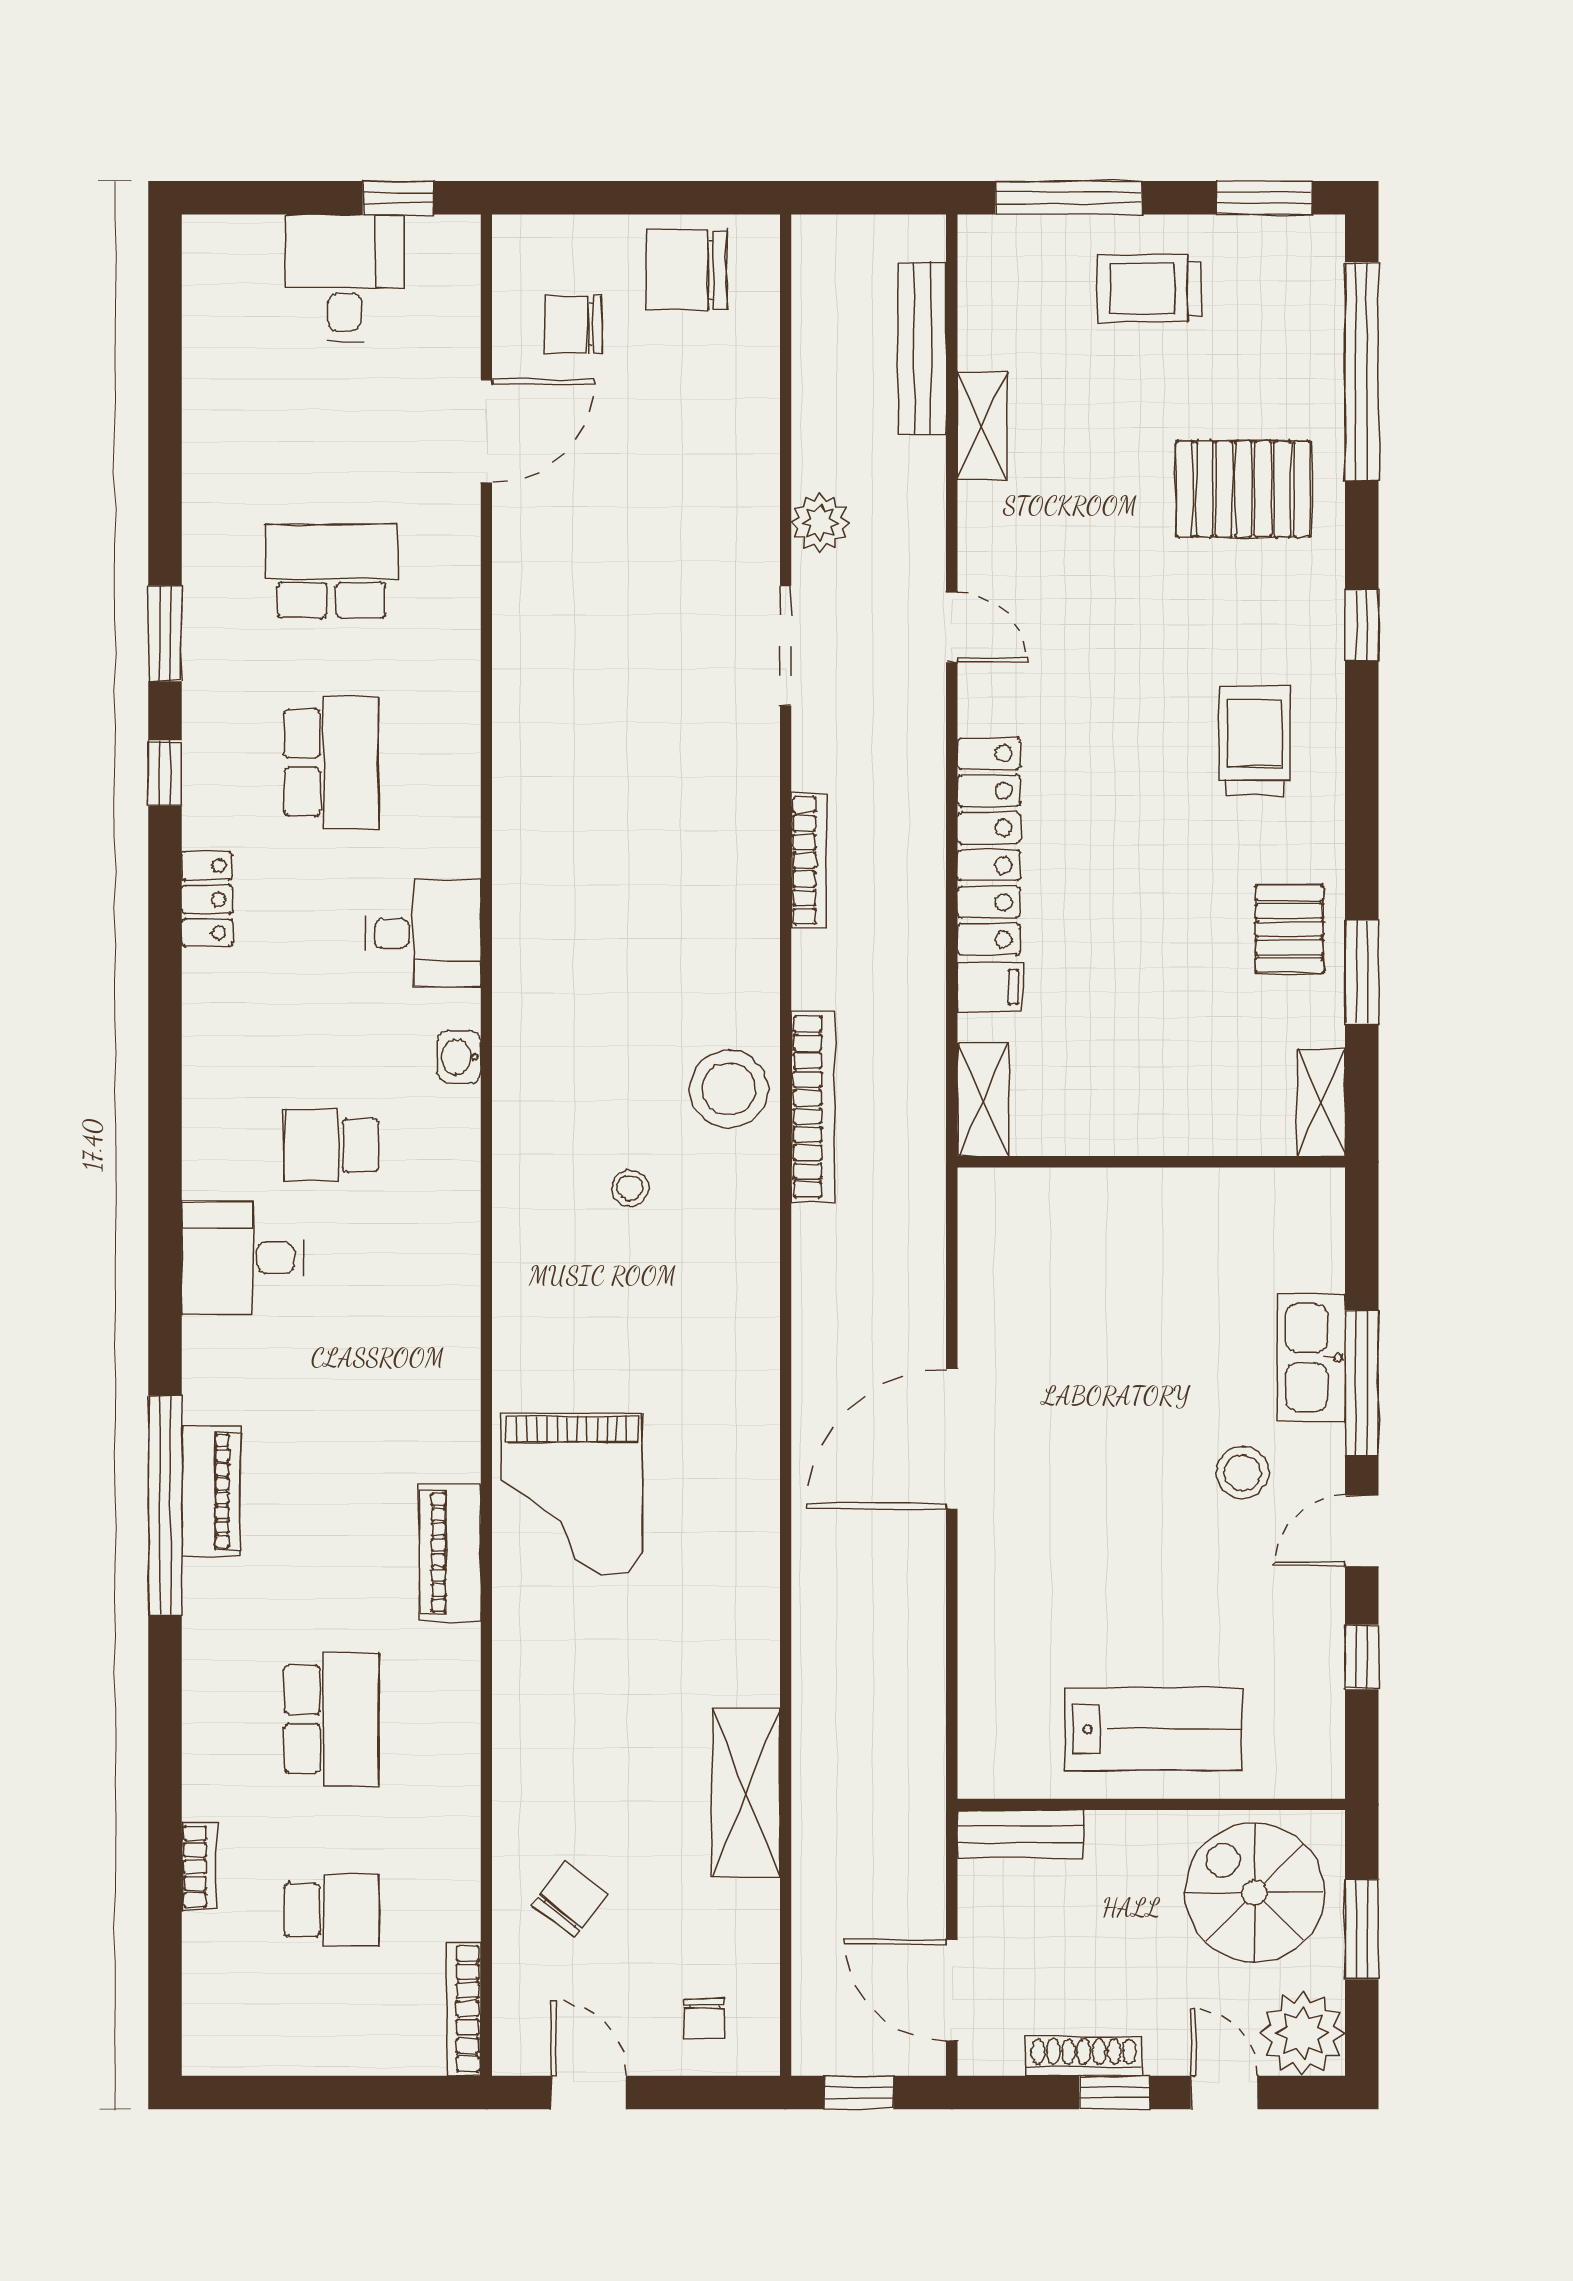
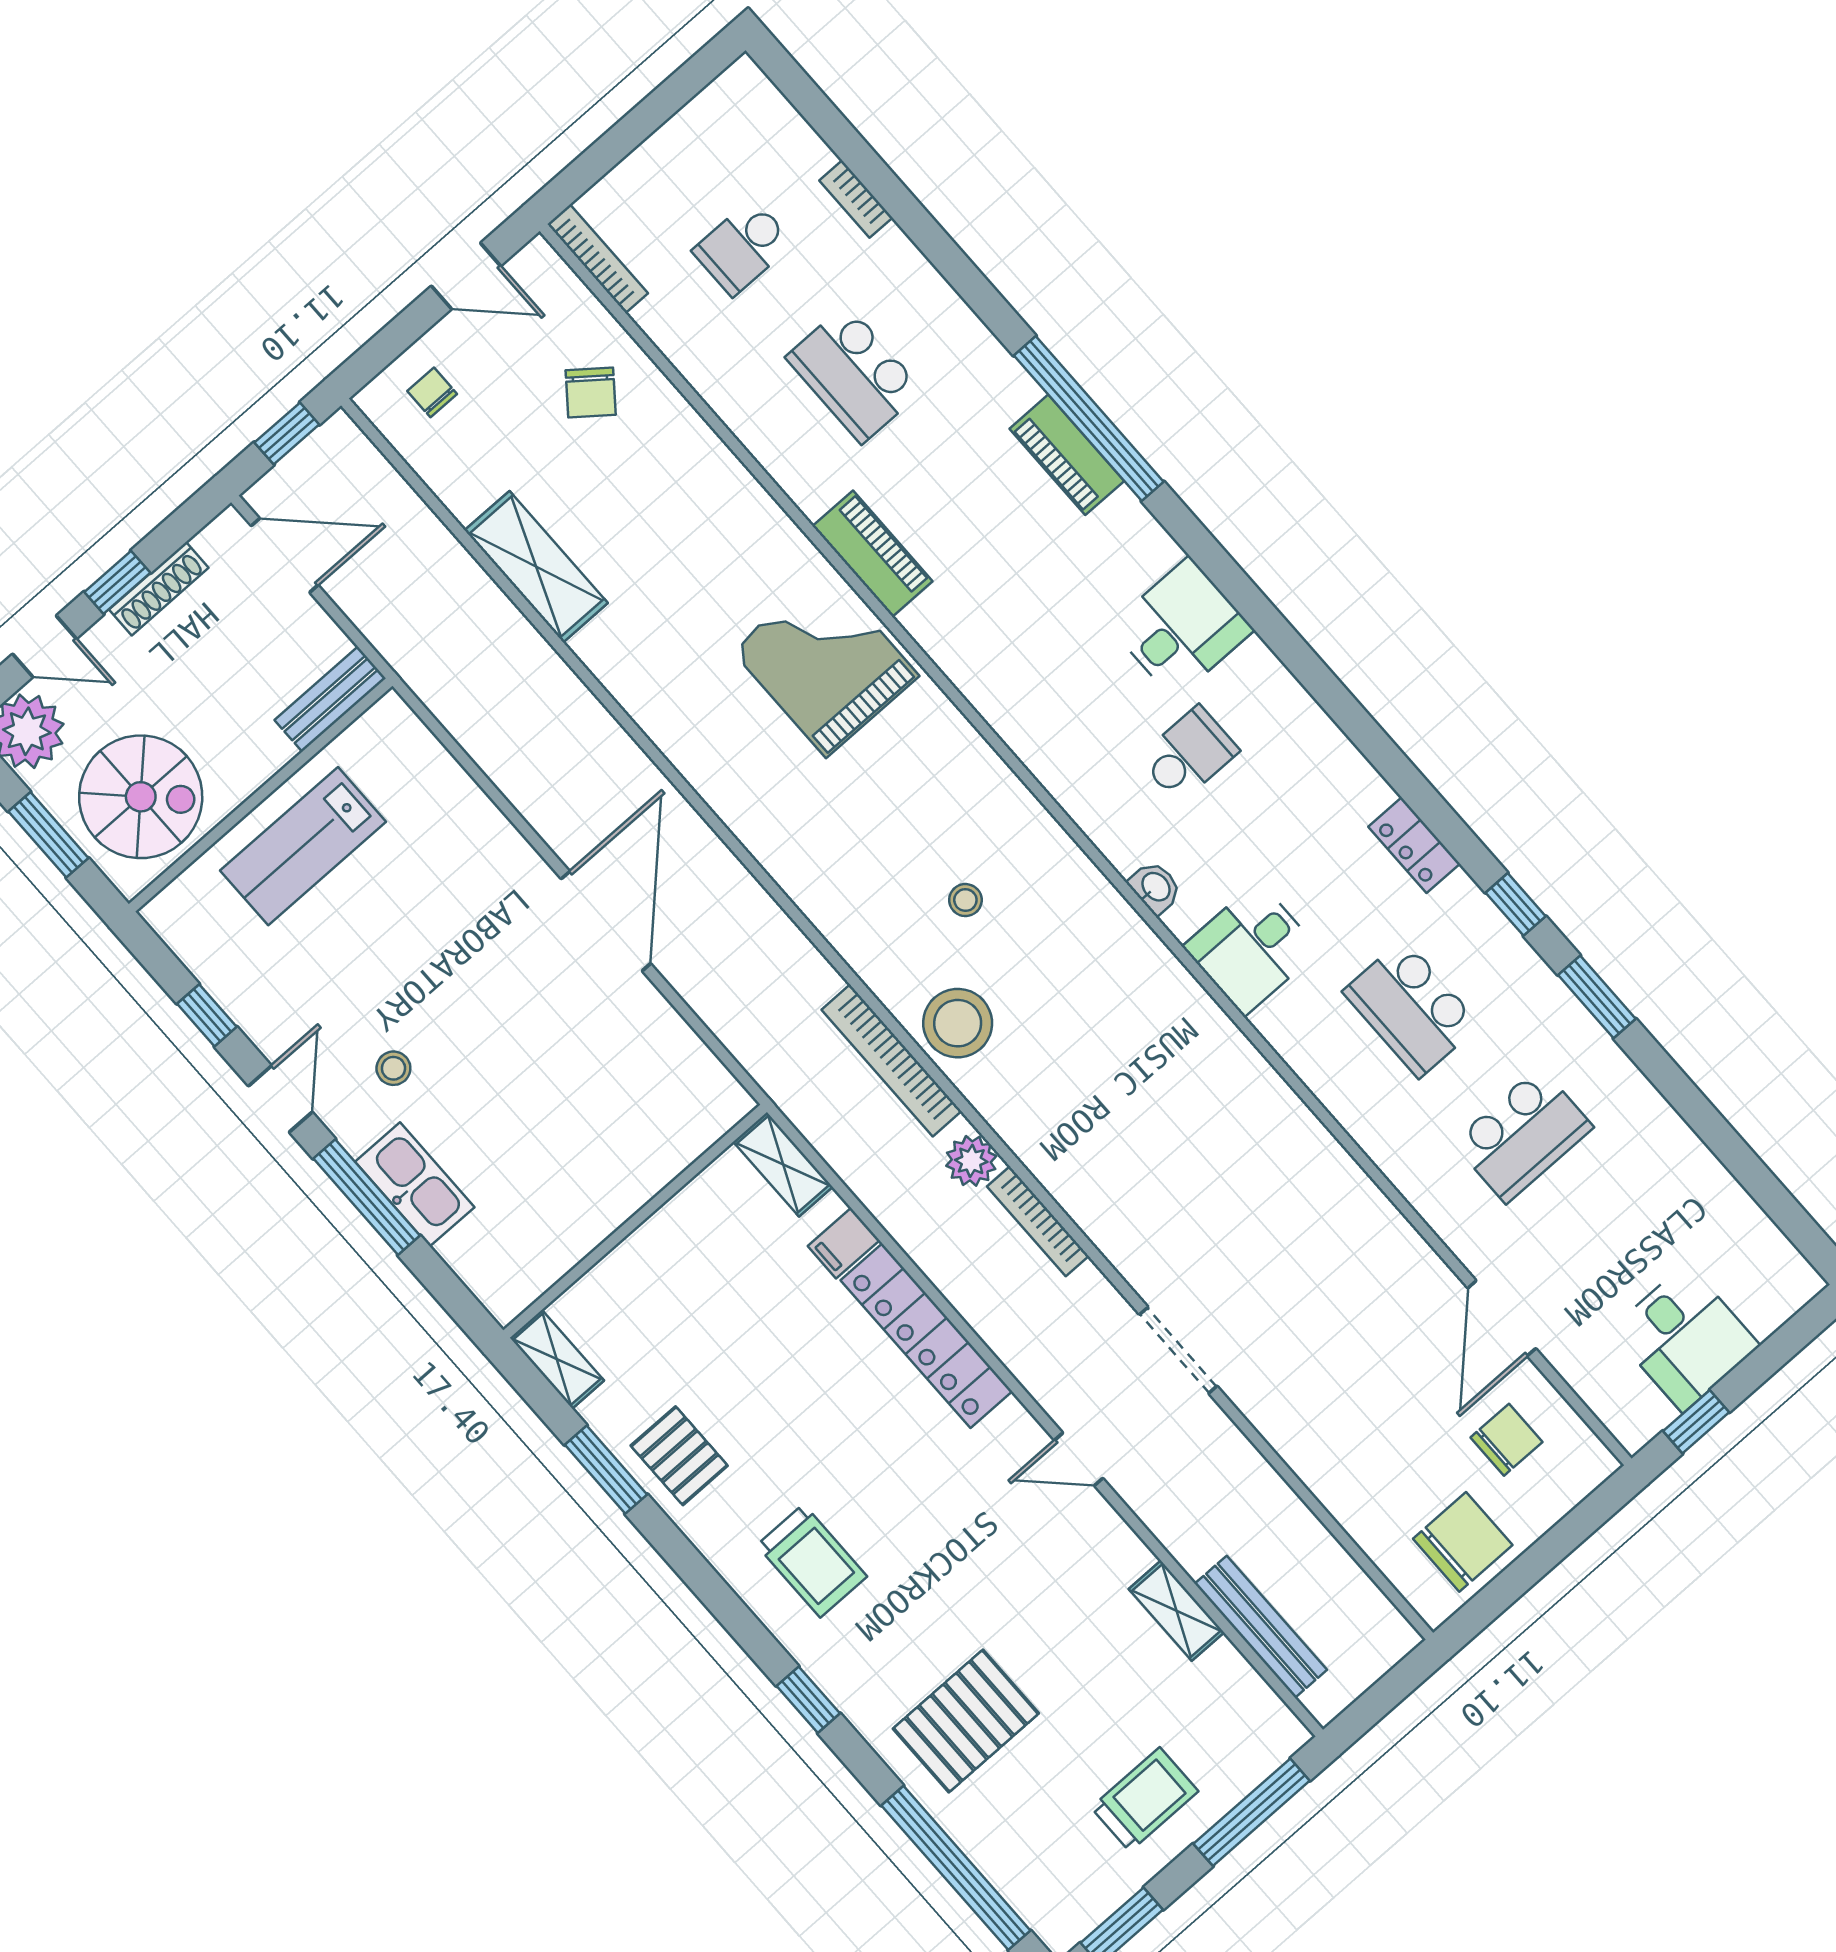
plant: (820, 523) -> (971, 1161), moved
stool: (1243, 1473) -> (393, 1068), width x0.73, depth x0.73

